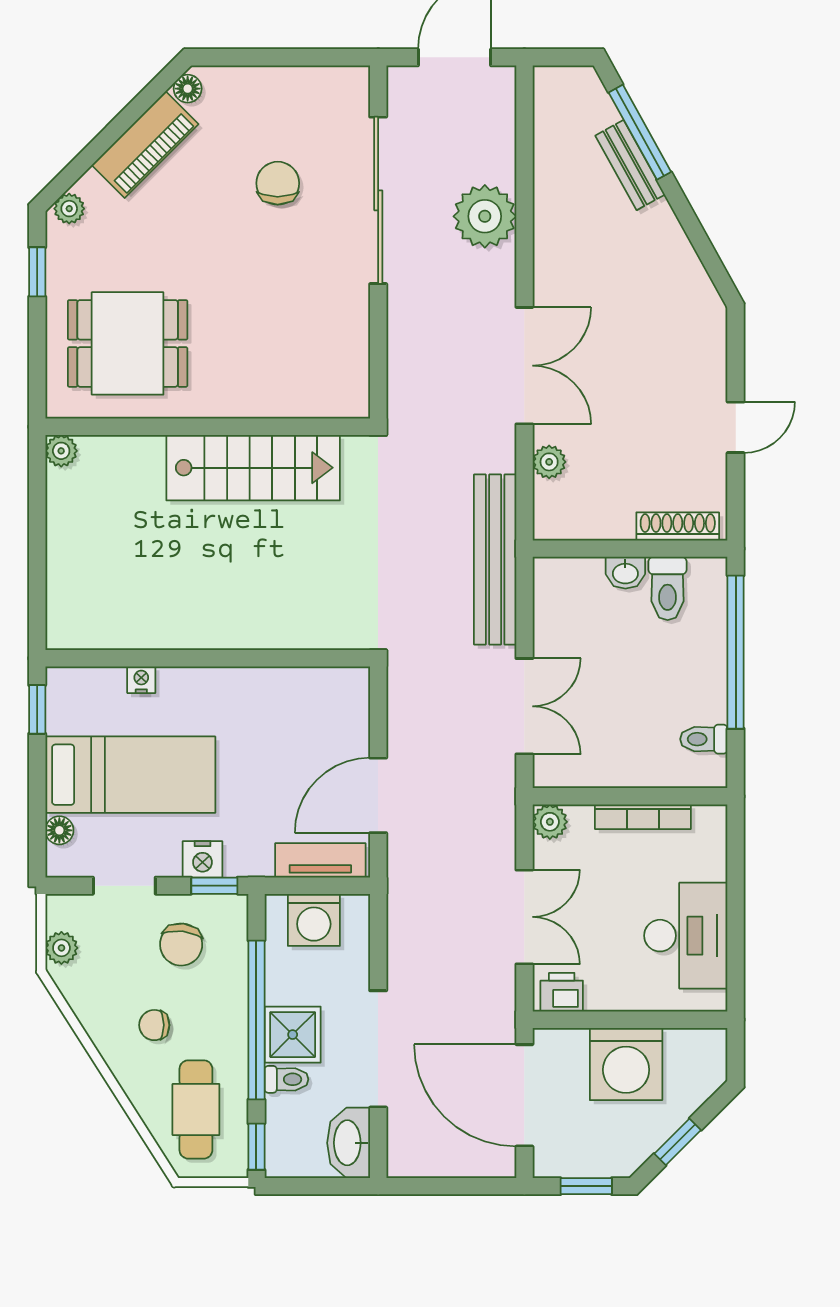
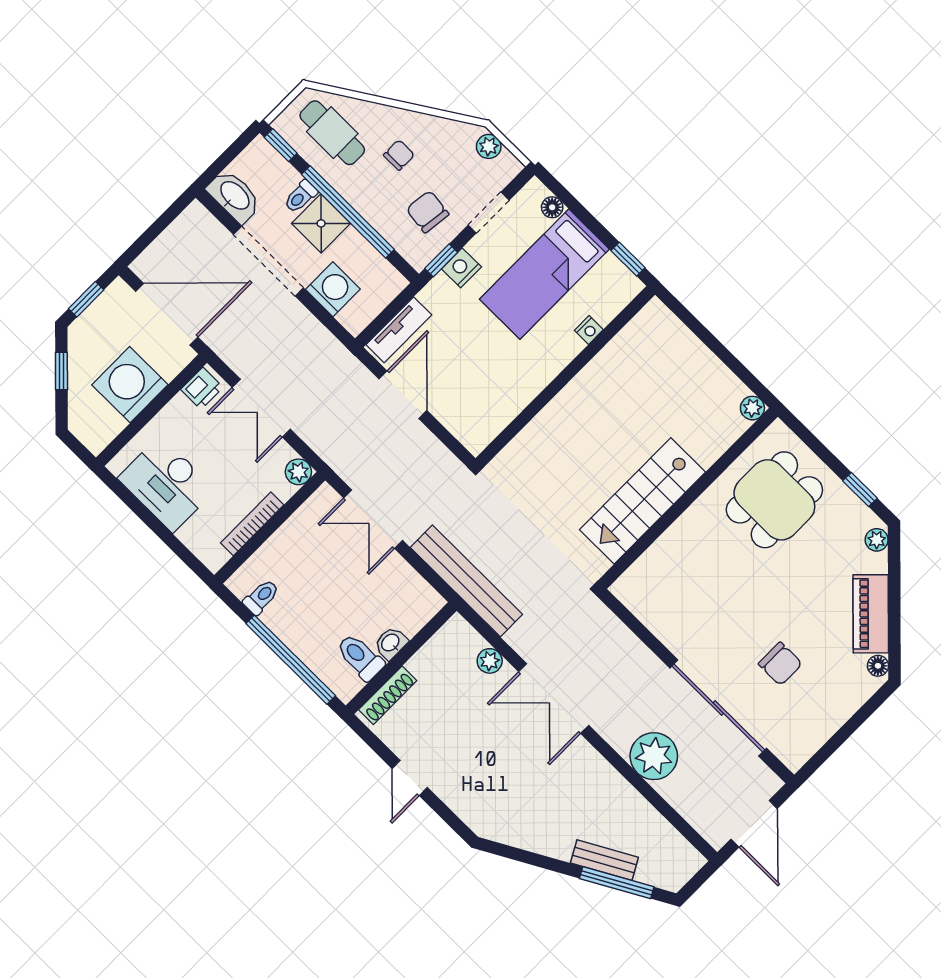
washing machine: (314, 920) -> (333, 289), moved, turned 90

